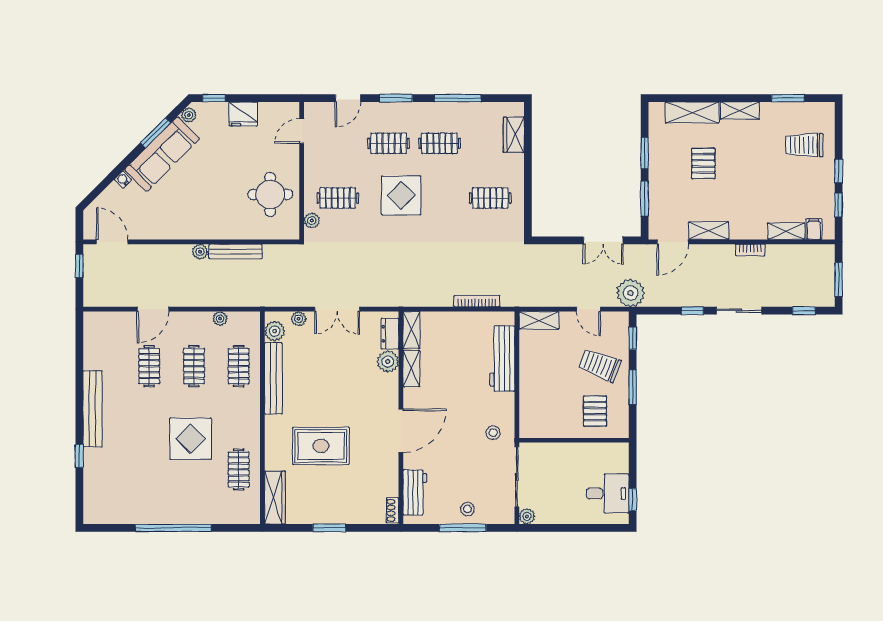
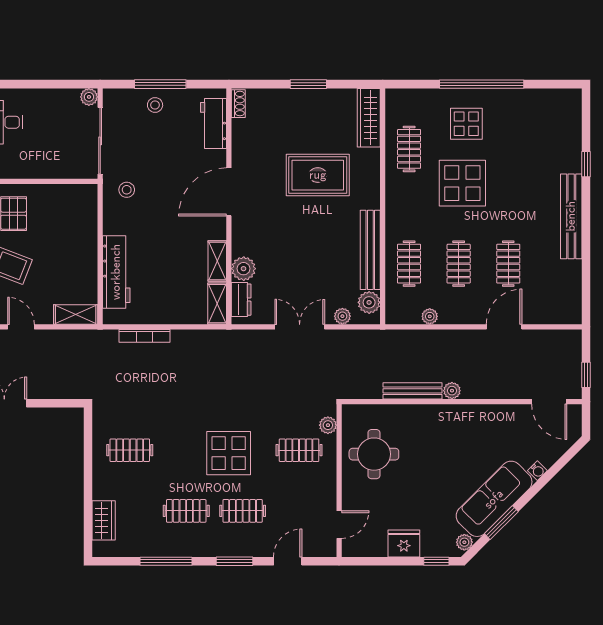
display table: (187, 492) -> (466, 124), added

